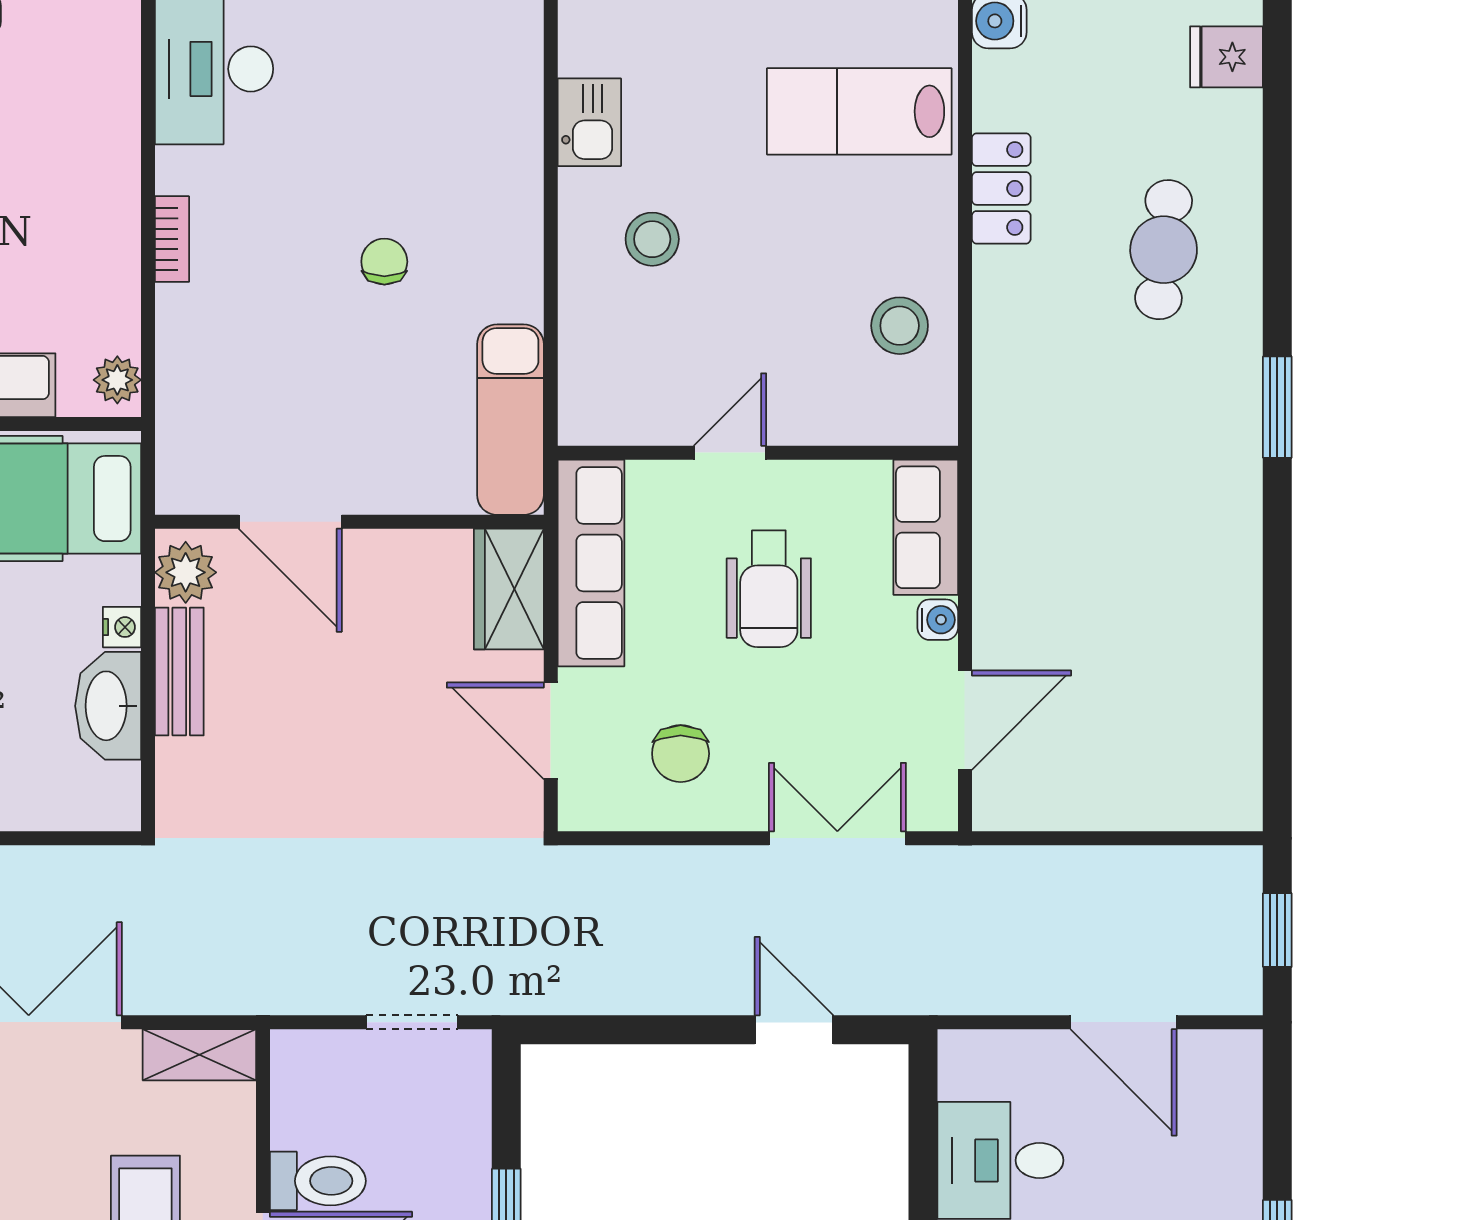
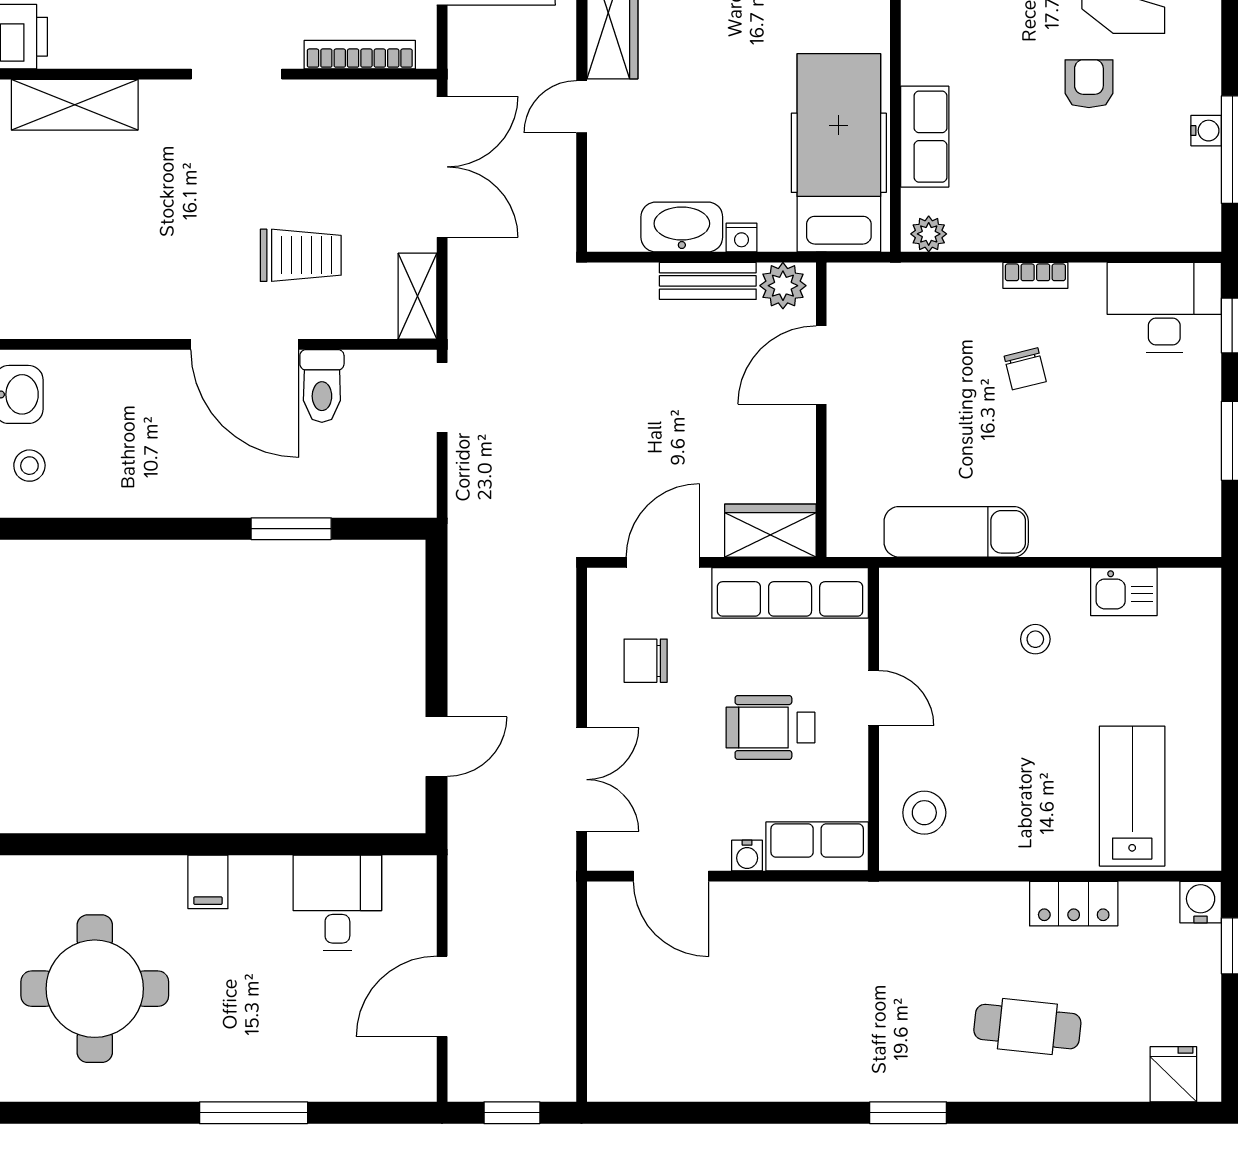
stool: (652, 239) -> (1035, 639), width x0.73, depth x0.73
chair: (384, 262) -> (1025, 369), moved, turned 76
stool: (900, 326) -> (924, 813), moved
exam couch: (510, 420) -> (956, 532), moved
doorway: (412, 1022) -> (442, 397), moved

